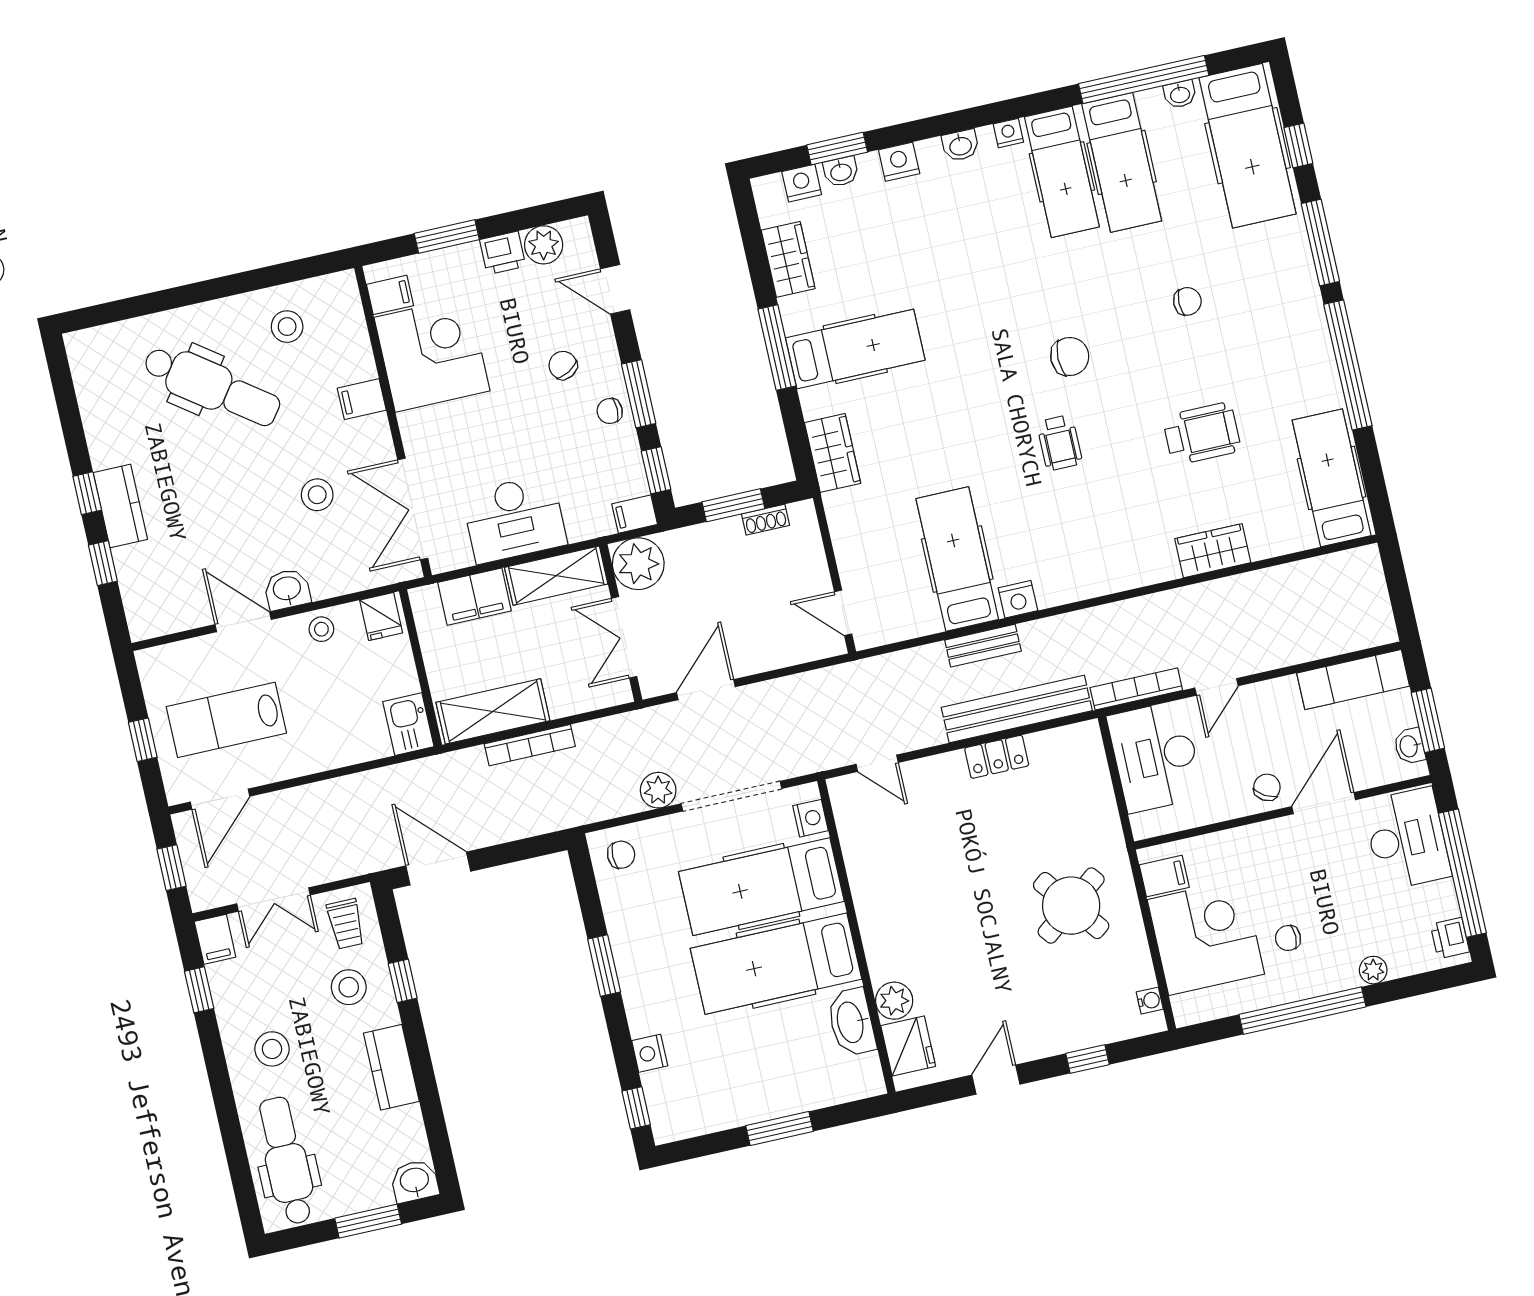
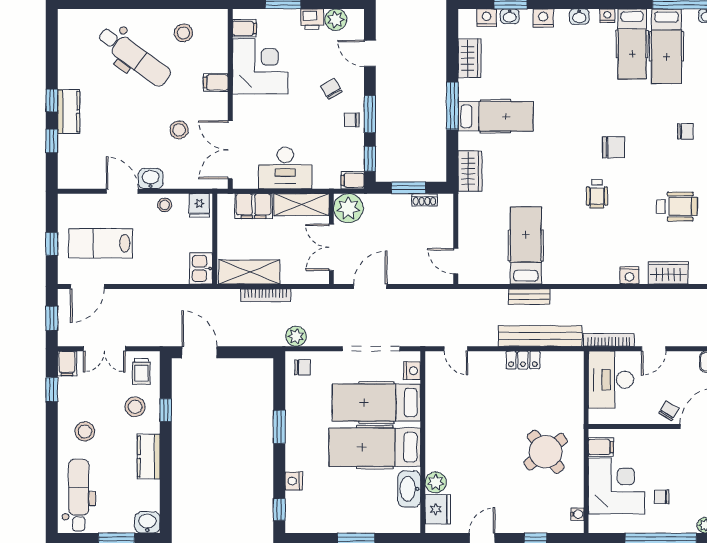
nightstand: (1018, 599) -> (629, 275), moved
plant: (658, 790) -> (296, 336), moved

